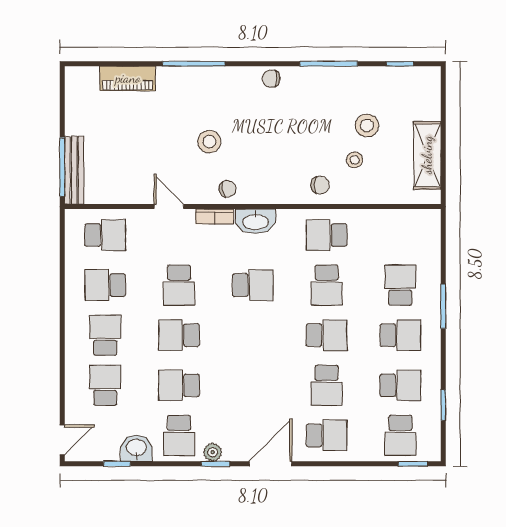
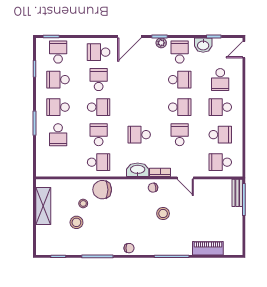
bench: (74, 170) -> (237, 193), width x0.73
chair: (320, 185) -> (102, 190), width x1.87, depth x1.87
school desk: (105, 335) -> (220, 107), turned 90
school desk: (327, 335) -> (99, 107), turned 180

